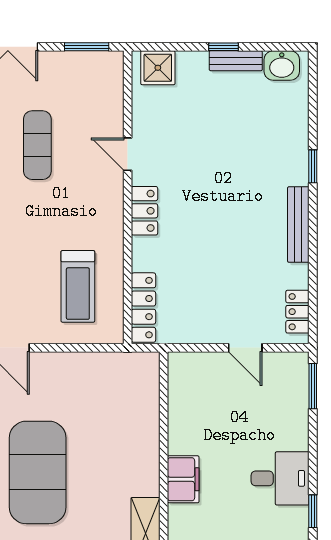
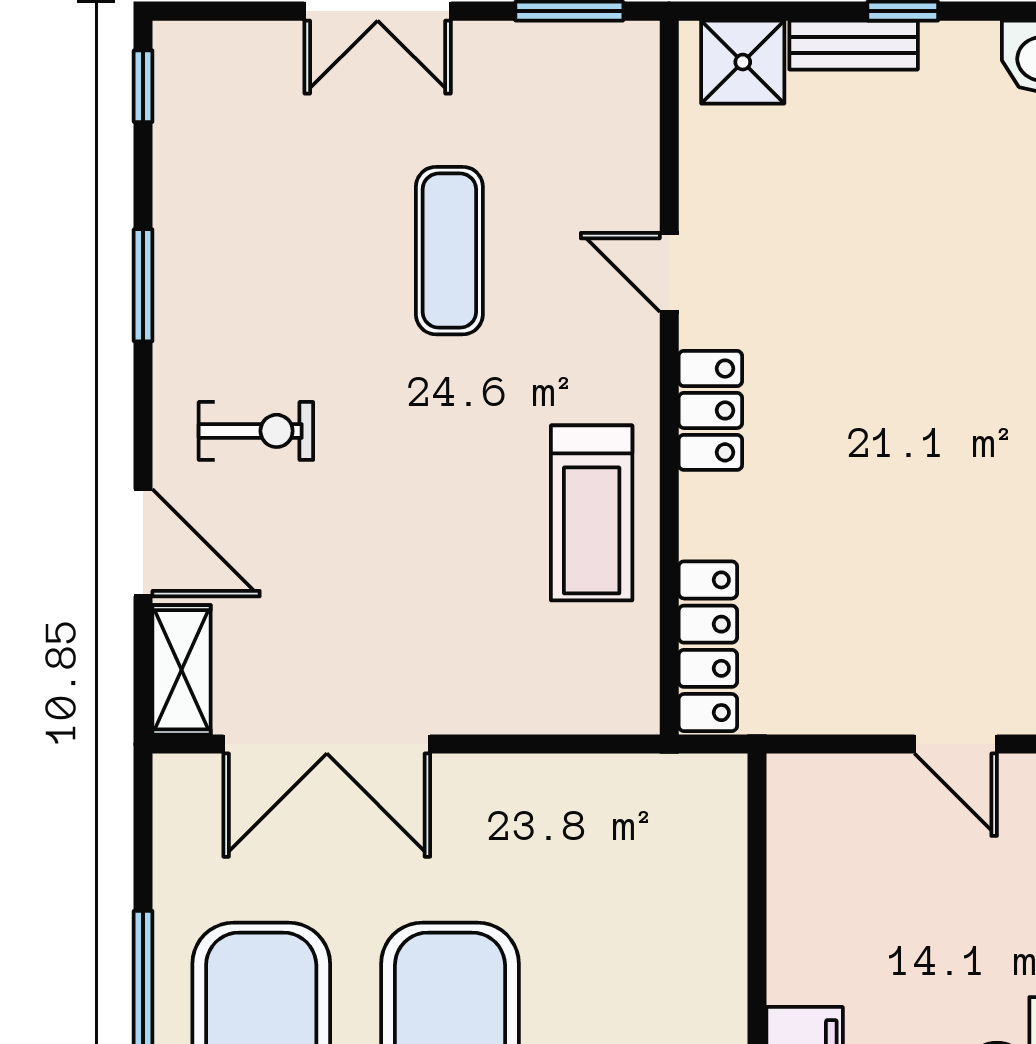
bench: (236, 61) -> (854, 45), moved
treadmill: (78, 286) -> (592, 513), moved

